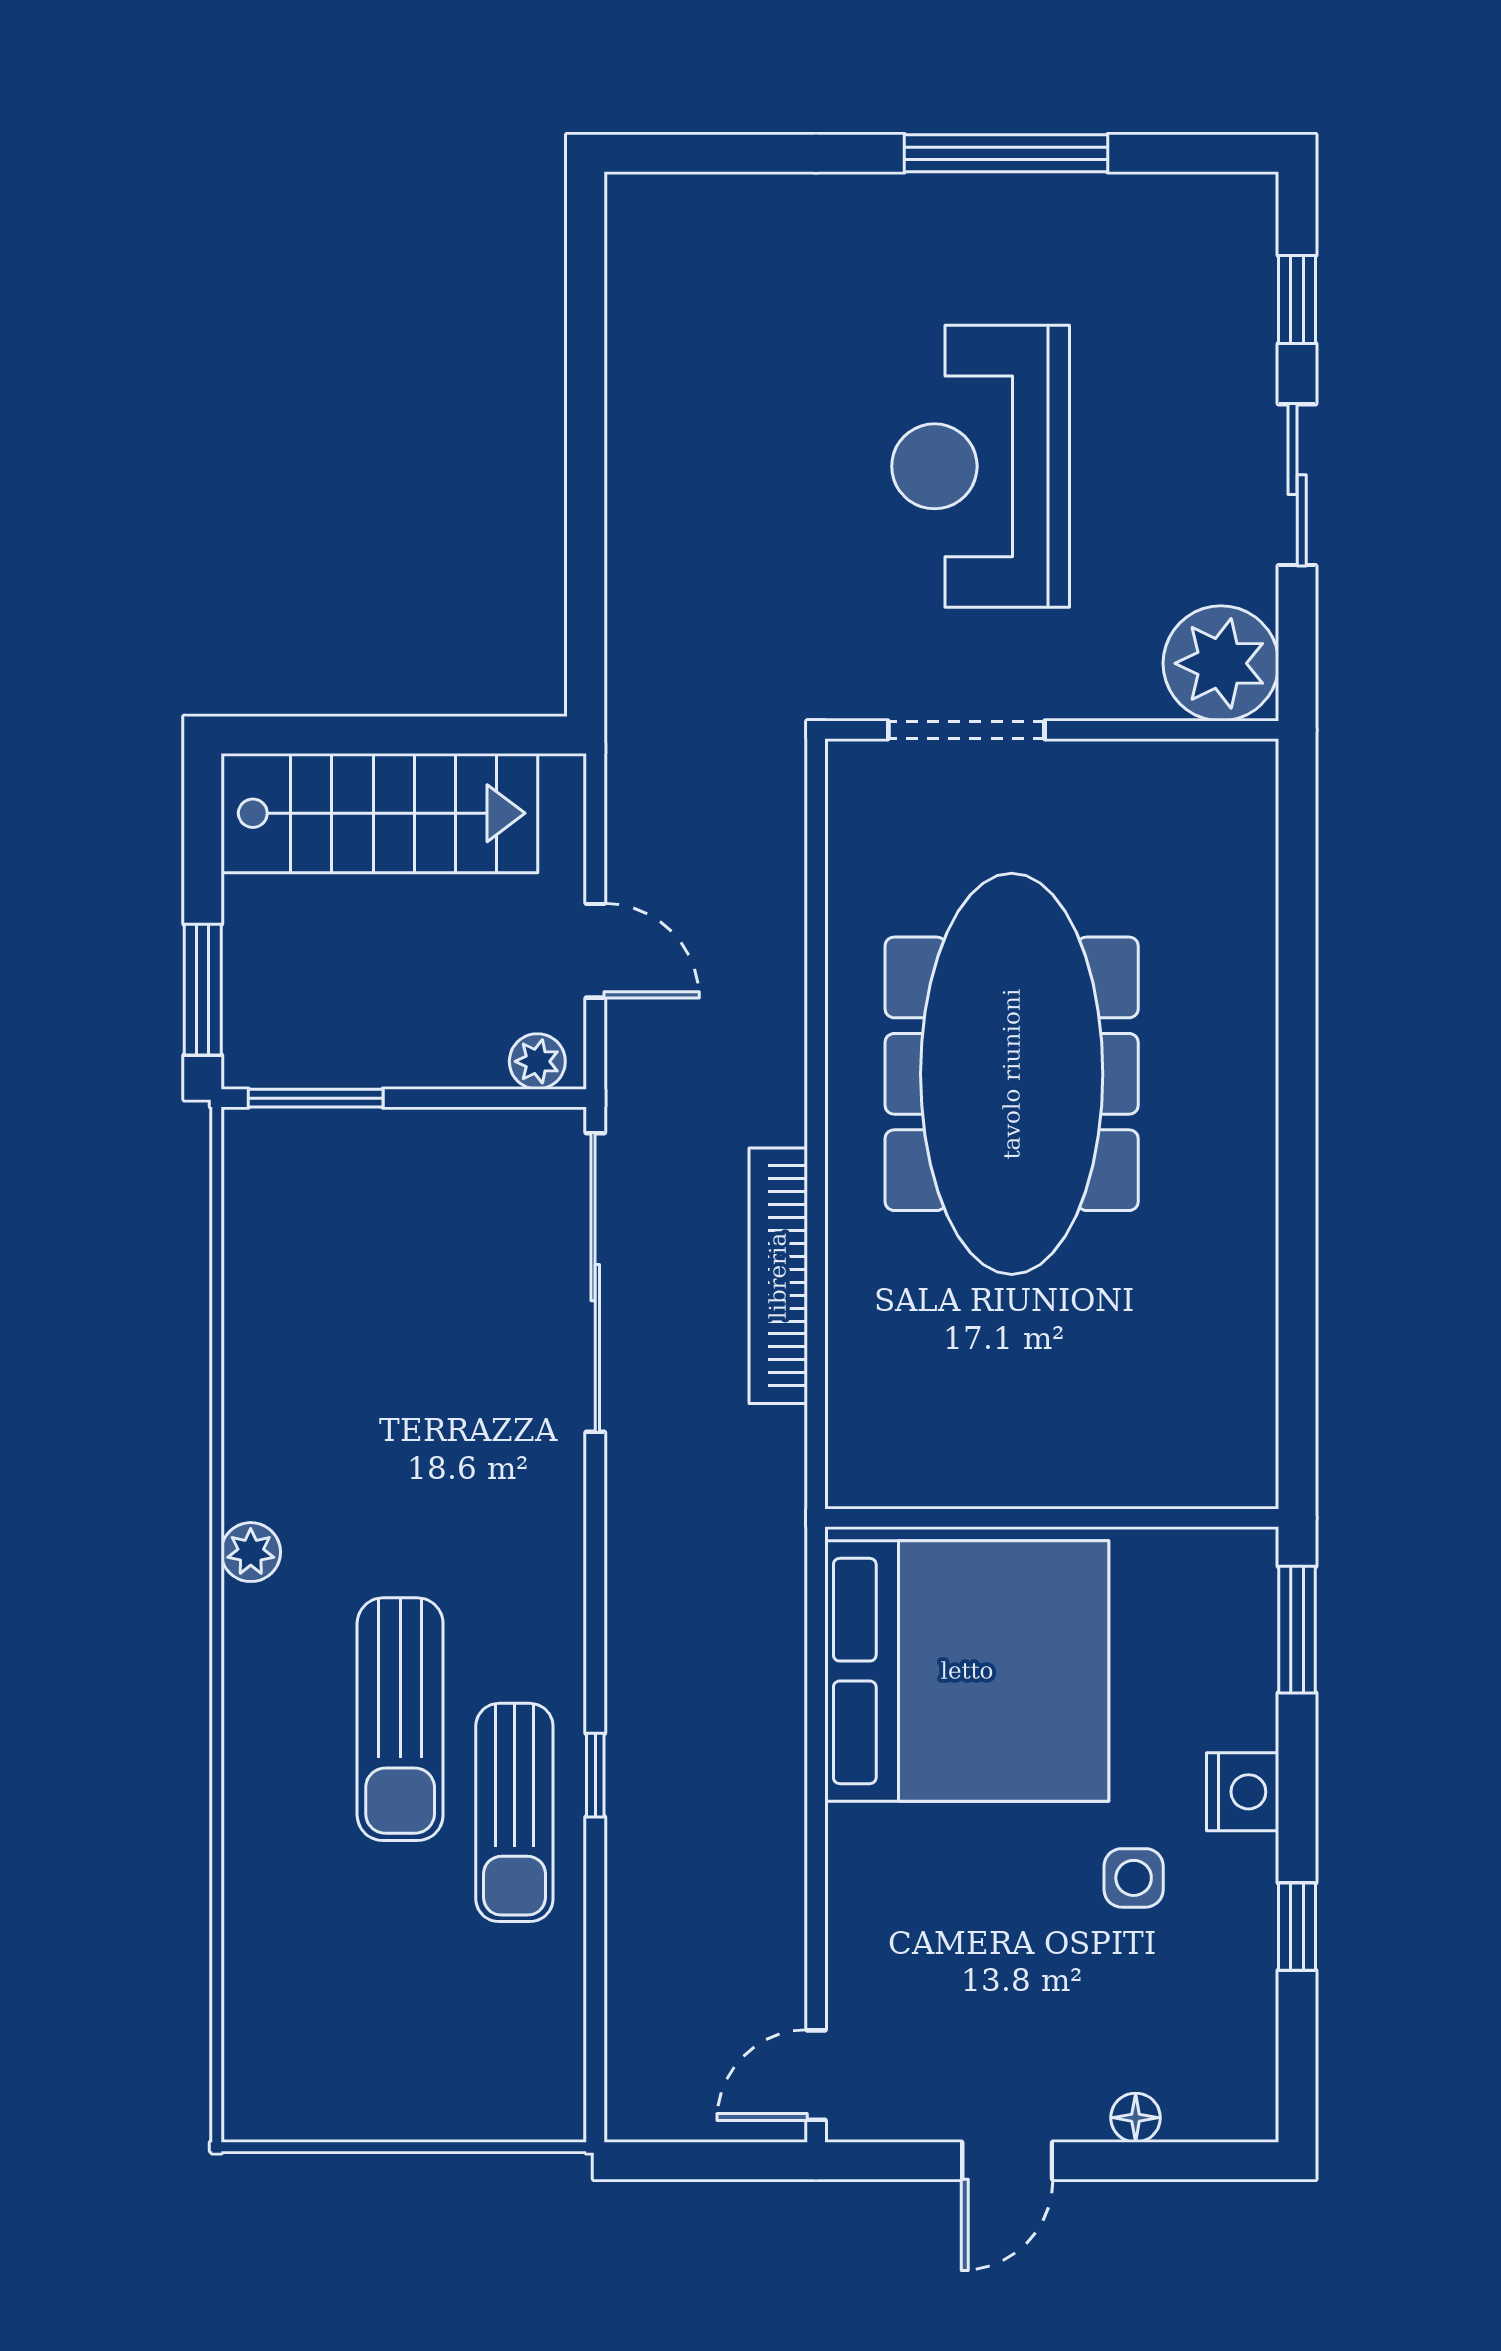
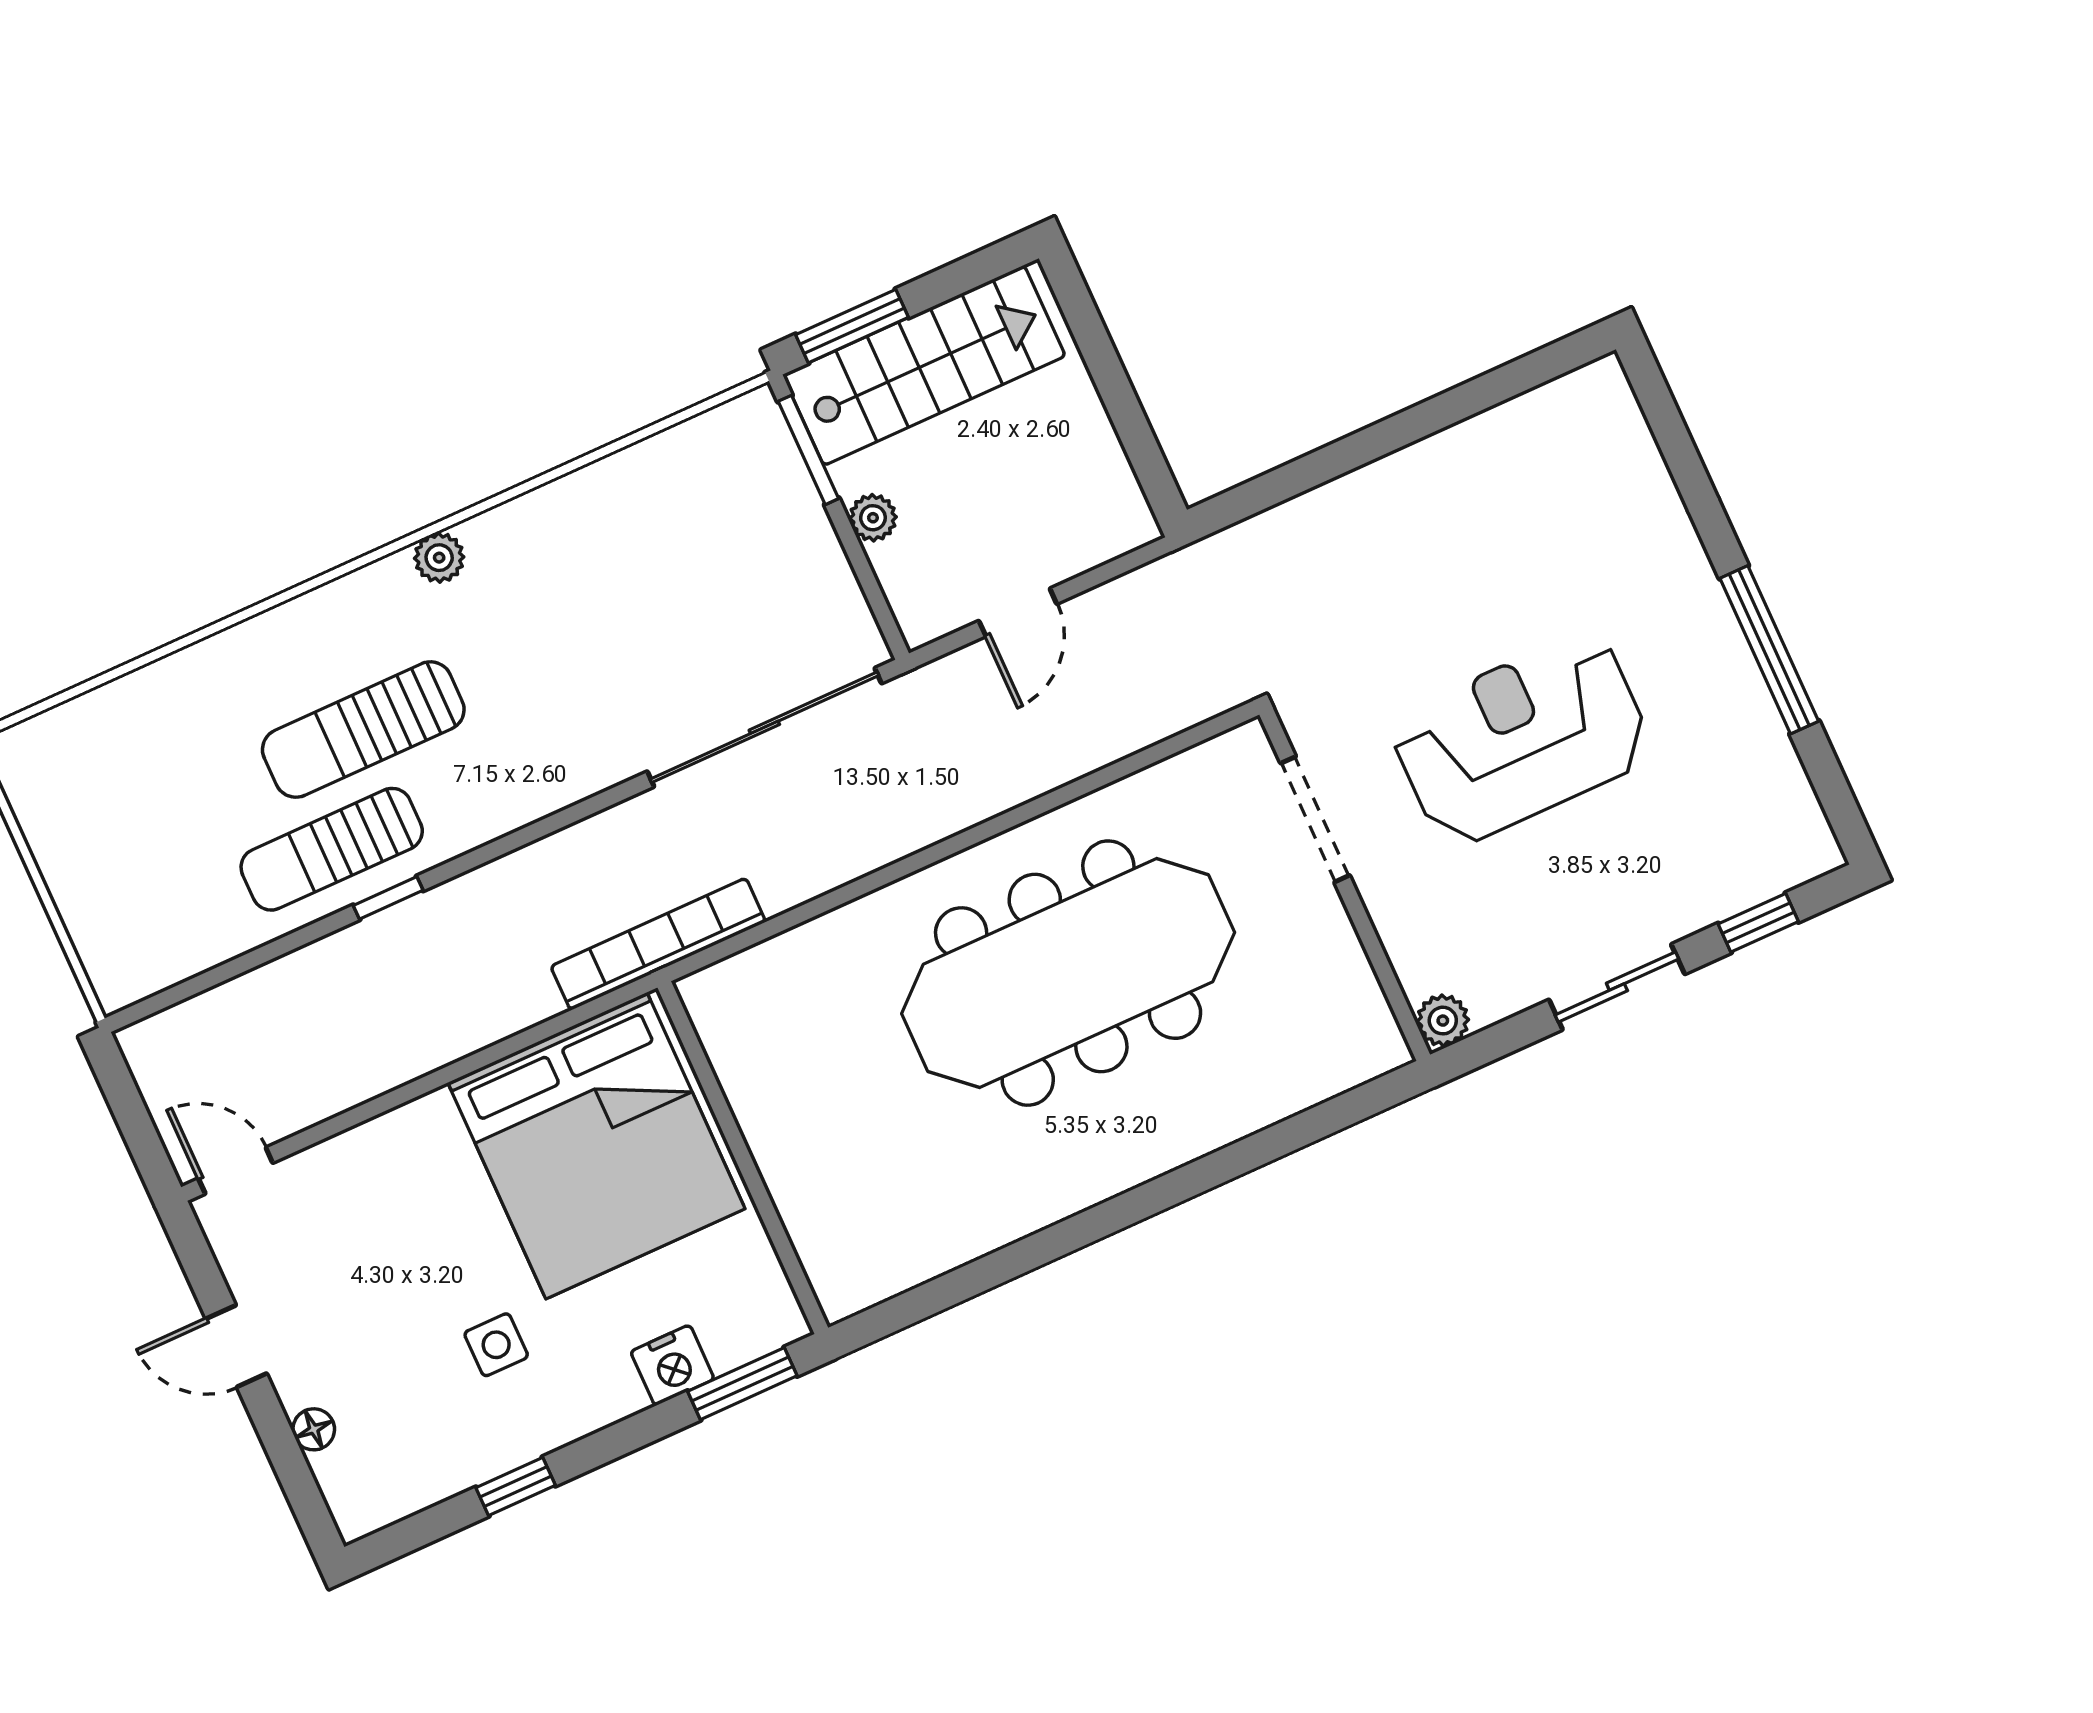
plant: (1221, 663) -> (1443, 1021), width x0.53, depth x0.53
stairs: (379, 813) -> (924, 365), moved, turned -90
plant: (537, 1061) -> (873, 518), moved
bookcase: (778, 1276) -> (658, 944), moved
nightstand: (1243, 1792) -> (672, 1365), moved

